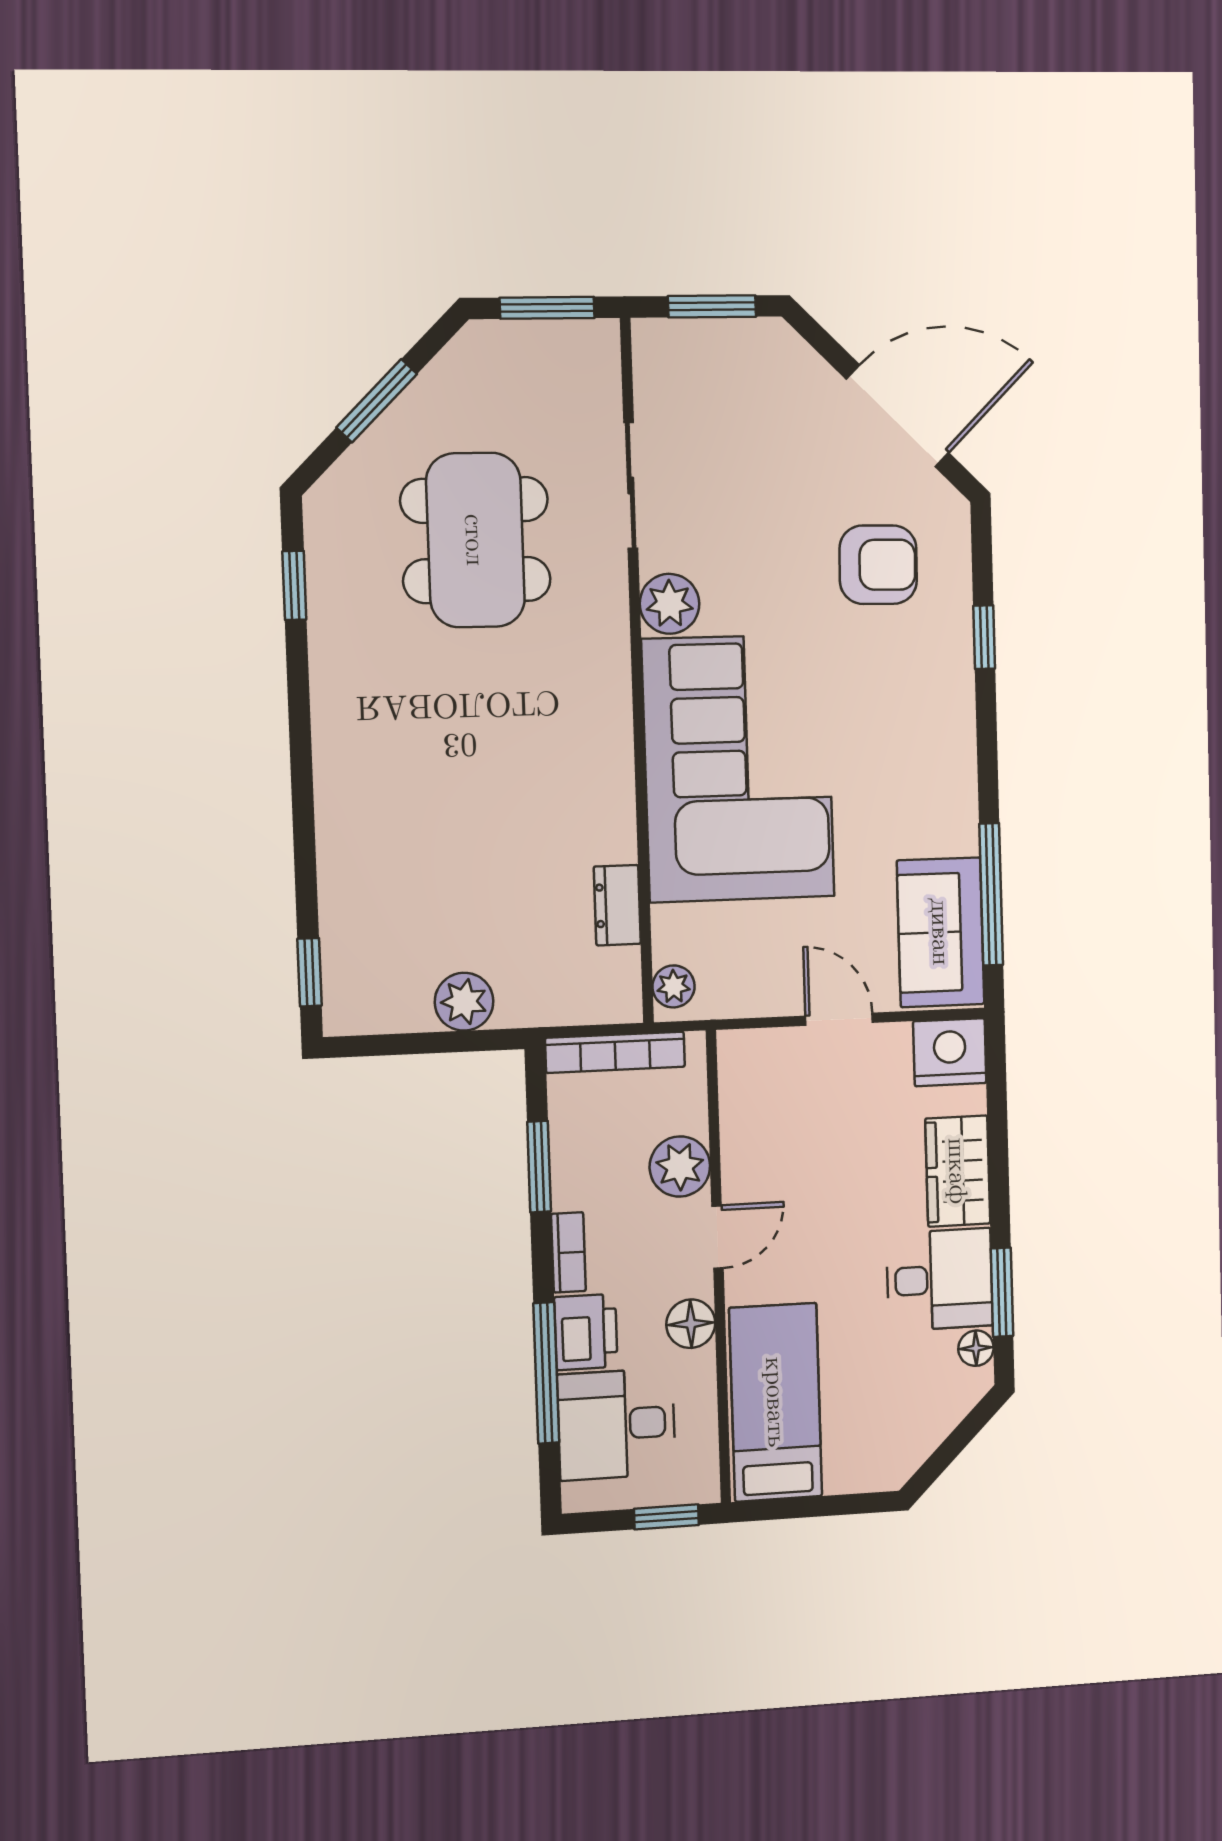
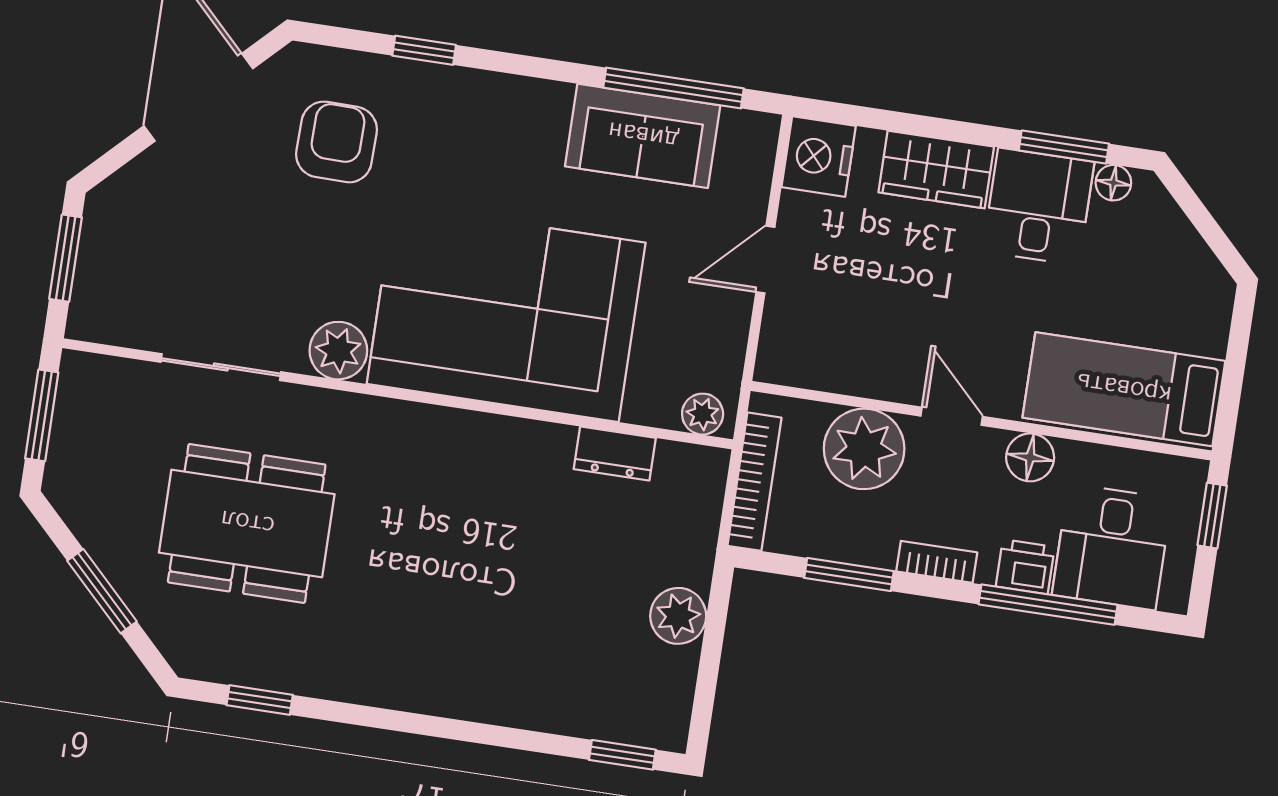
sofa: (941, 932) -> (643, 136), moved
plant: (680, 1167) -> (864, 449), width x1.36, depth x1.36
printer: (586, 1332) -> (1025, 567), width x0.73, depth x0.81

